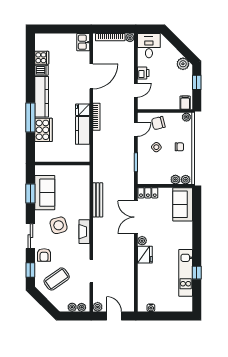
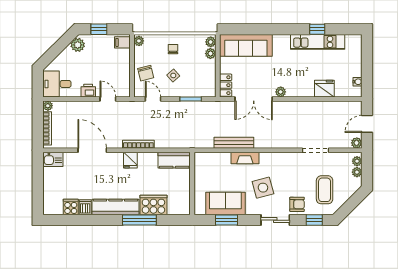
kitchen counter: (83, 130) -> (174, 160), moved
sofa: (183, 204) -> (246, 45), width x1.36
fireplace: (84, 232) -> (245, 158), moved
fridge: (145, 255) -> (324, 89), moved
coffee table: (57, 279) -> (325, 190), turned 35

